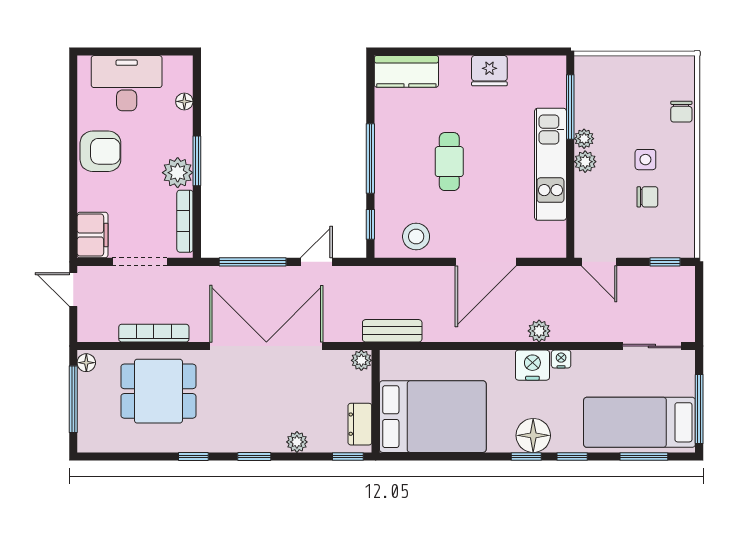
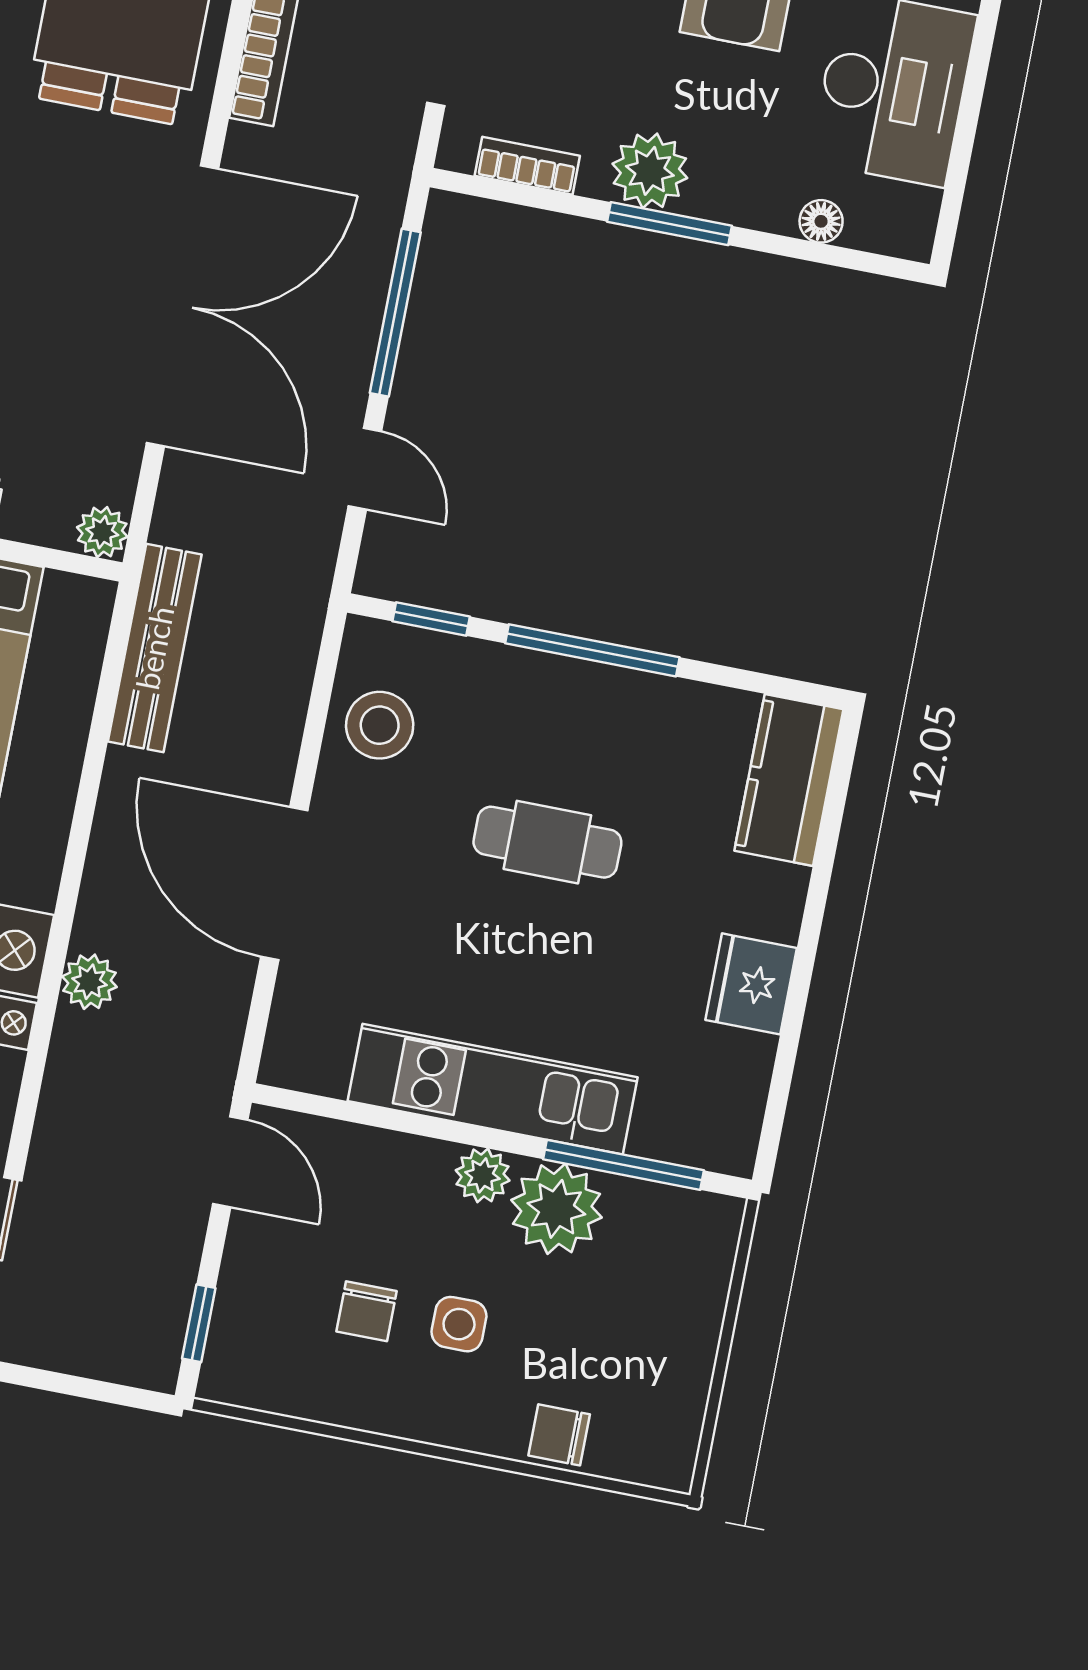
plant: (584, 139) -> (556, 1209), width x1.88, depth x1.88
bookcase: (185, 221) -> (527, 166), width x0.64
door: (599, 262) -> (230, 1162), swing flipped
bench: (392, 331) -> (155, 648), width x1.36

